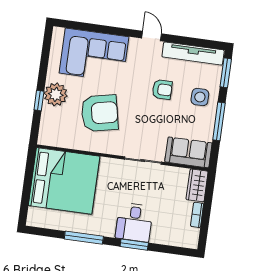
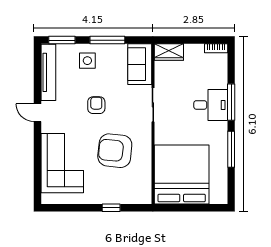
door: (152, 36) -> (37, 113), hinge flipped
armchair: (162, 90) -> (96, 105), moved
plant: (56, 94) -> (103, 193), removed
armchair: (100, 113) -> (115, 151), turned -72
bookcase: (197, 215) -> (216, 48), moved
window: (134, 245) -> (231, 102), width x1.44

